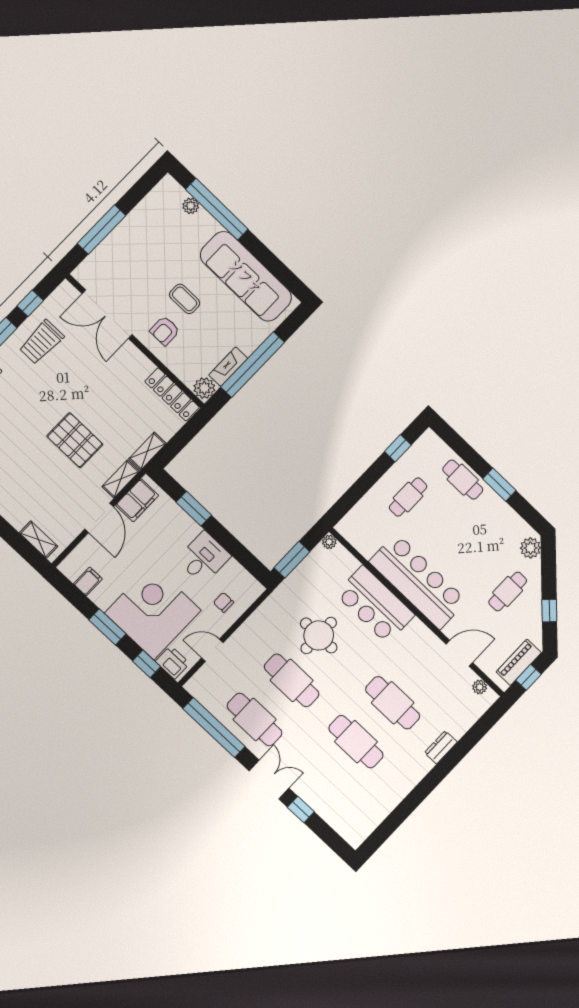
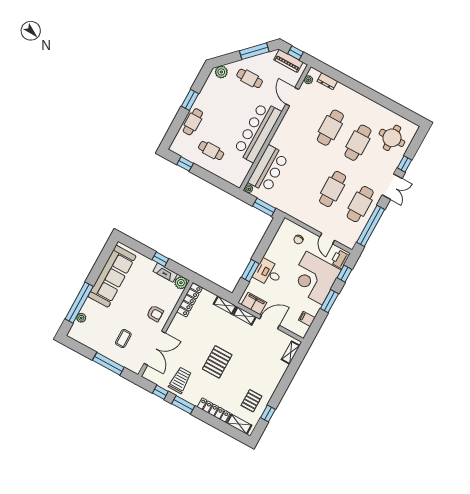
coffee table: (185, 299) -> (123, 339), moved
trolley: (41, 342) -> (180, 380), turned -90
window: (253, 365) -> (160, 259), width x0.32
pallet: (75, 440) -> (217, 362), moved
desk: (204, 558) -> (268, 273), moved
bar counter: (375, 605) -> (268, 169), moved
window: (549, 611) -> (254, 51), width x2.17
round table: (319, 635) -> (392, 138), moved
dresser: (441, 747) -> (327, 81), moved
double door: (269, 779) -> (392, 187), swing flipped

